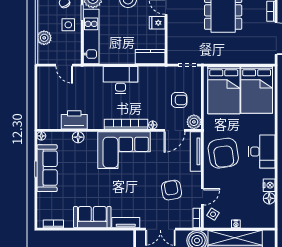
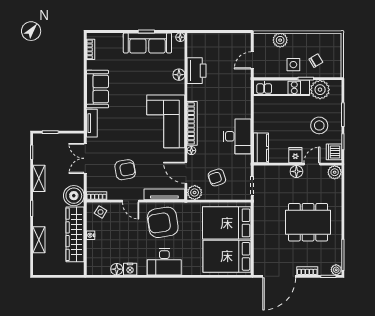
floor lamp: (173, 22) -> (296, 171), added
desk: (121, 80) -> (237, 136), moved
armchair: (179, 100) -> (217, 177), turned 71
door: (202, 197) -> (131, 201), moved

